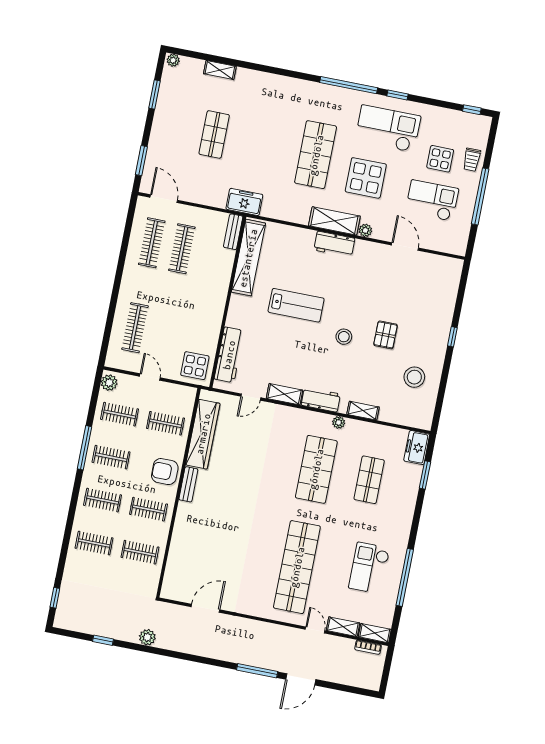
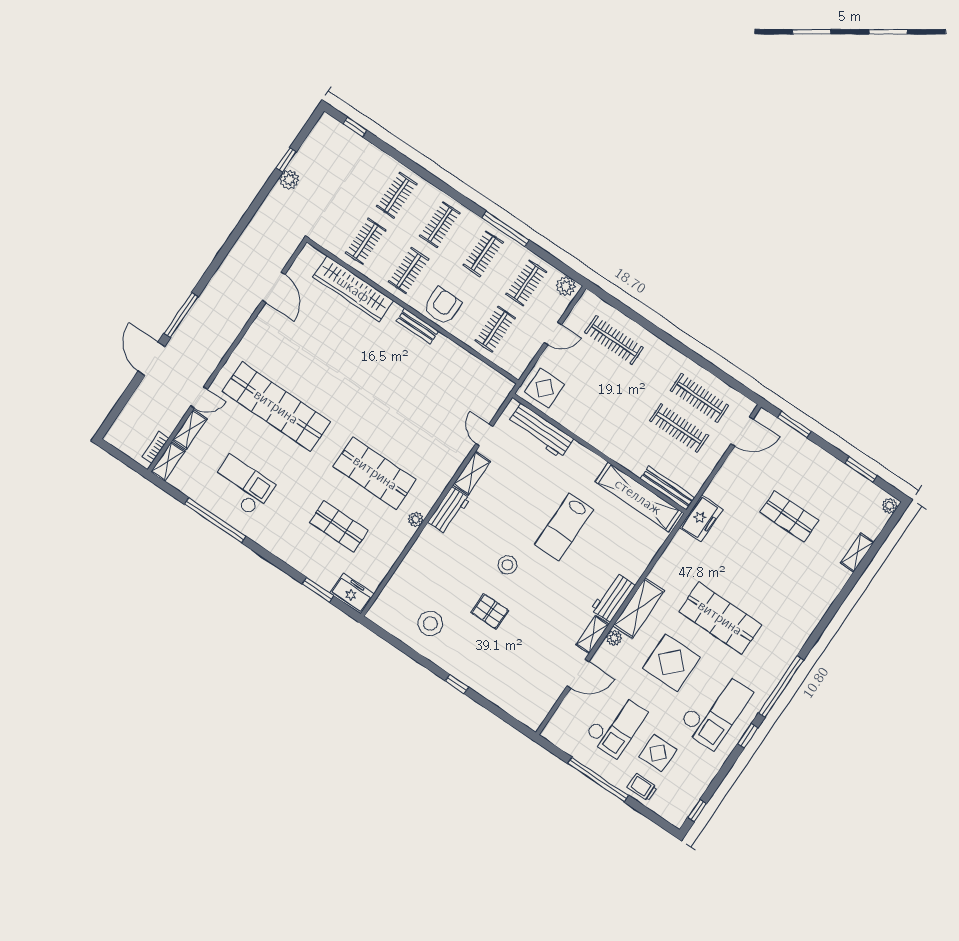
bench: (233, 232) -> (668, 488), width x1.36
shelving: (363, 411) -> (593, 634), moved
wardrobe: (203, 434) -> (353, 289), moved
plant: (147, 637) -> (289, 180), moved

